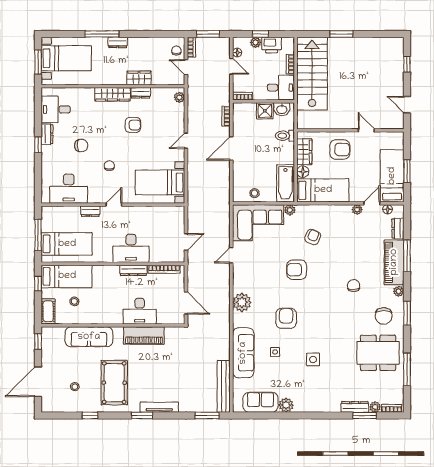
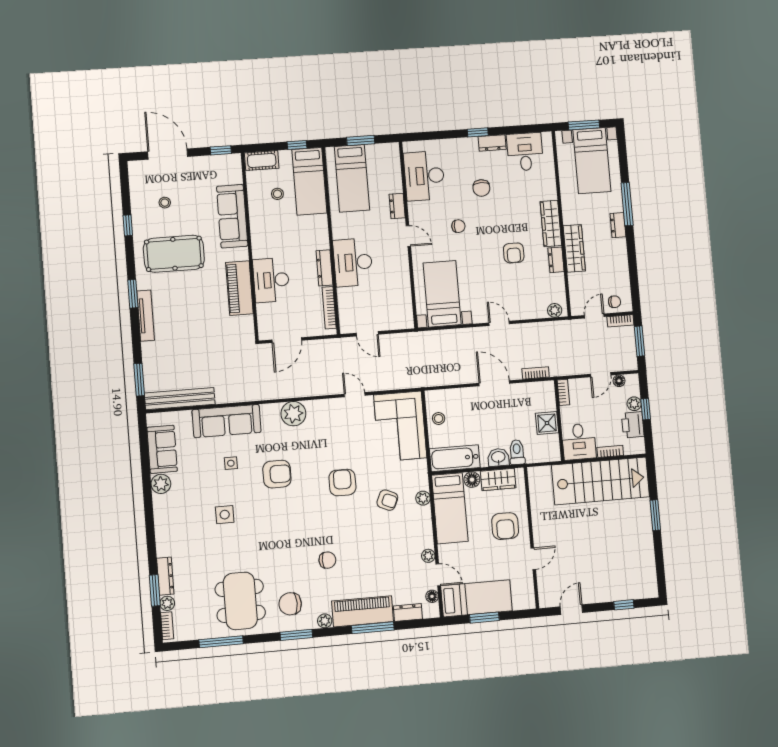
wardrobe: (139, 78) -> (574, 248), width x1.50
washbasin: (282, 109) -> (498, 457), moved, turned 90
plant: (290, 210) -> (423, 498), moved
window: (38, 235) -> (361, 141), width x0.69

